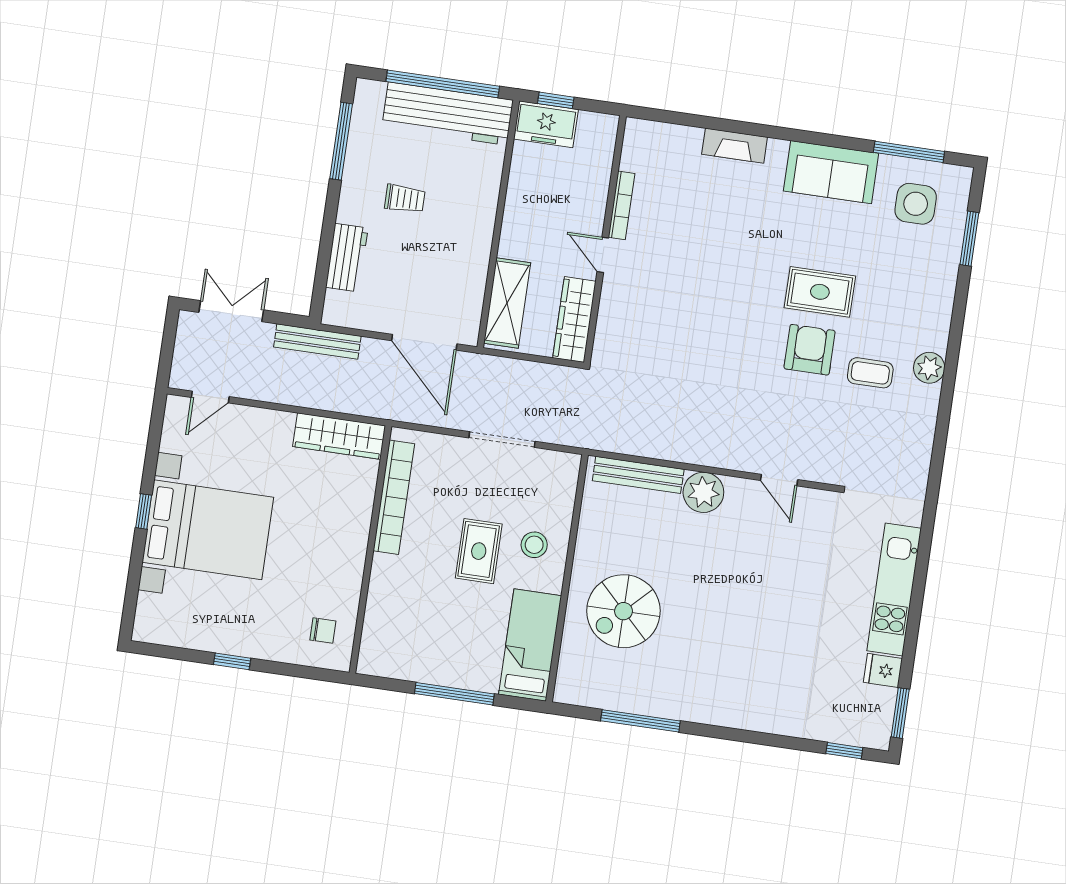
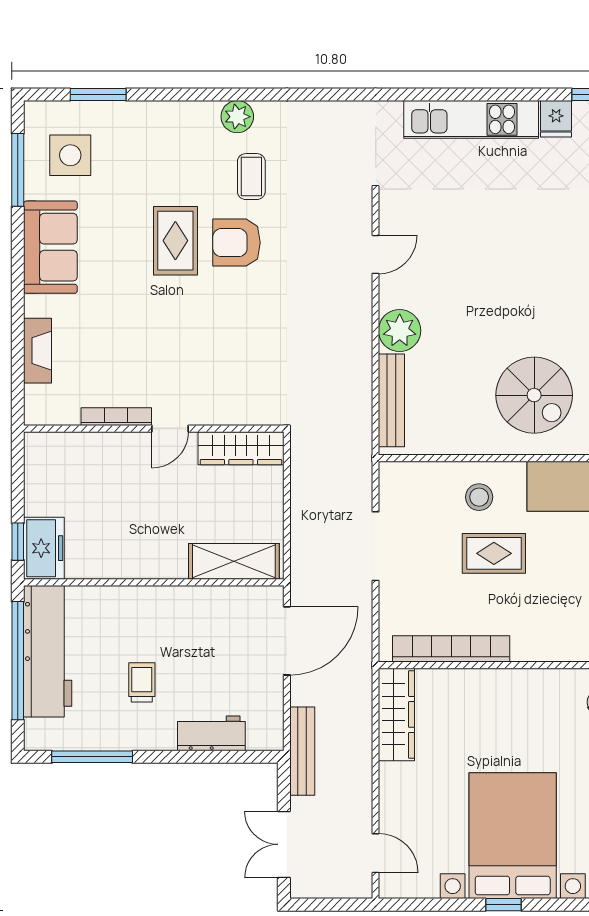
bookcase: (622, 205) -> (116, 417), moved
wall: (605, 239) -> (154, 429), moved
door: (603, 255) -> (170, 429), moved
wardrobe: (574, 320) -> (241, 448), moved

